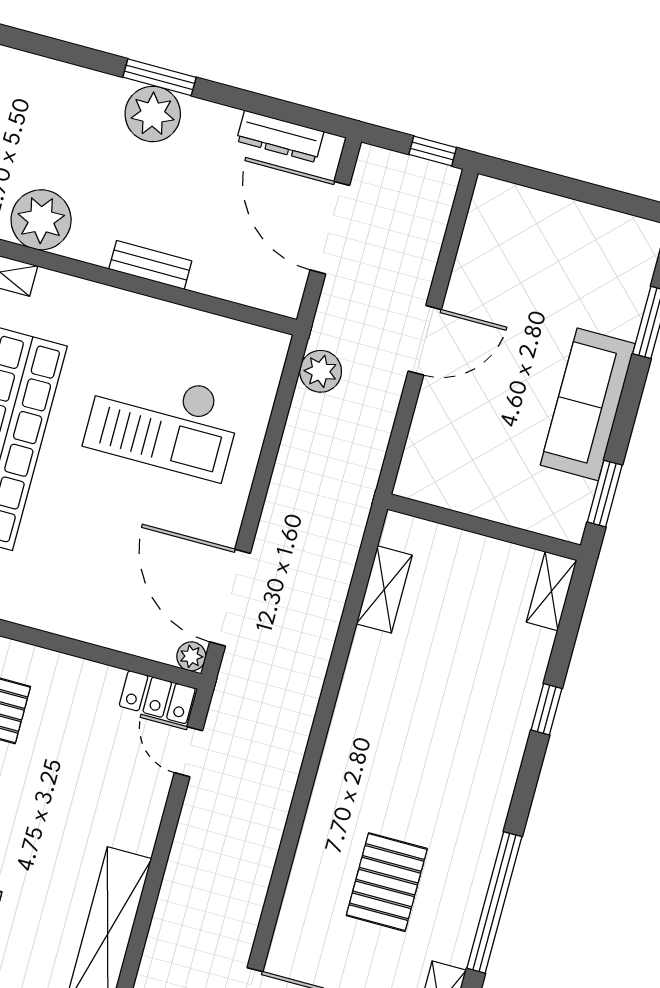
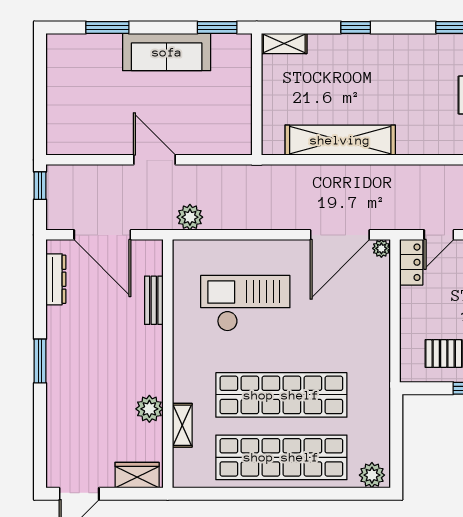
plant: (153, 114) -> (63, 359), removed
plant: (41, 220) -> (149, 409), width x0.73, depth x0.73
door: (330, 228) -> (102, 235), hinge flipped
bench: (150, 265) -> (154, 300), moved
checkout: (163, 421) -> (245, 303), turned -90
shelving: (384, 589) -> (340, 140), width x2.20, depth x1.33

